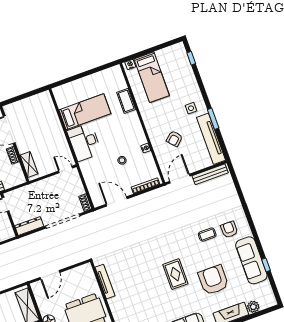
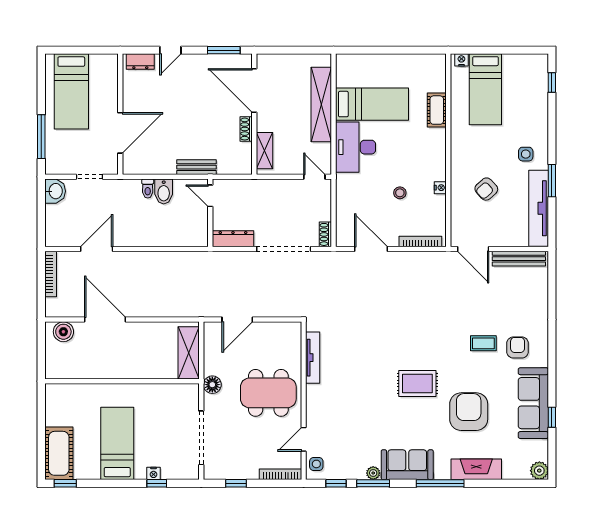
shelving: (54, 123) -> (321, 104), added
door: (180, 179) -> (473, 249), swing flipped
rug: (175, 274) -> (417, 383), turned 90
plant: (253, 307) -> (539, 471), moved

